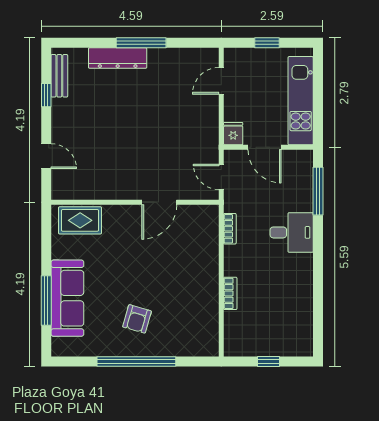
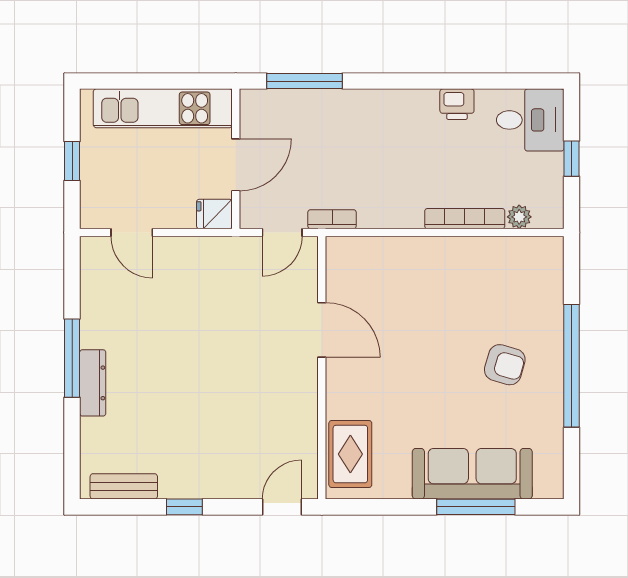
dresser: (118, 58) -> (93, 383), width x0.73, depth x0.80
window: (46, 95) -> (184, 507), moved
door: (46, 156) -> (282, 507), moved
bookcase: (230, 229) -> (332, 219), moved
desk: (292, 232) -> (530, 120), moved, turned 90
printer: (303, 288) -> (457, 104), added
bookcase: (230, 293) -> (465, 219), width x1.56
plant: (231, 328) -> (519, 217), added

